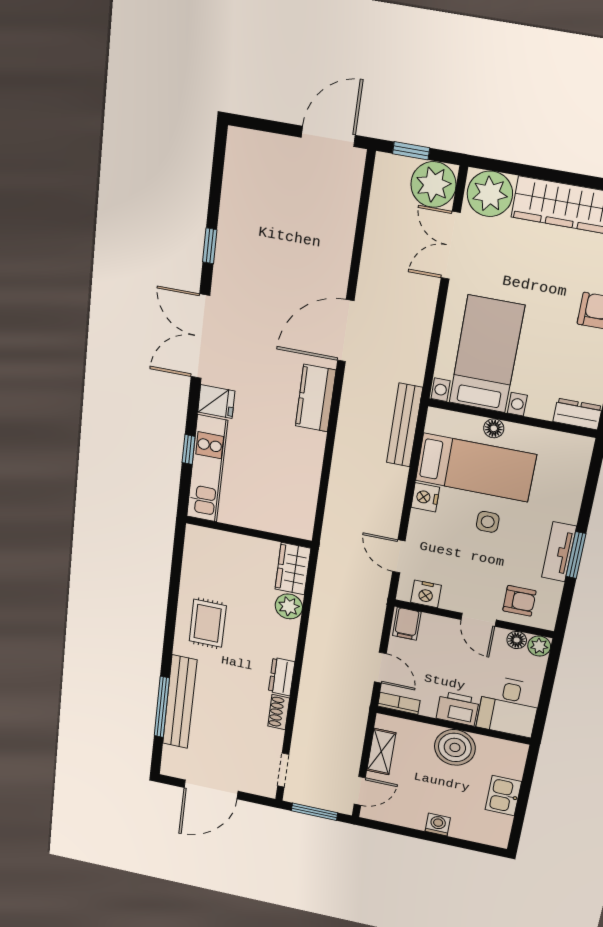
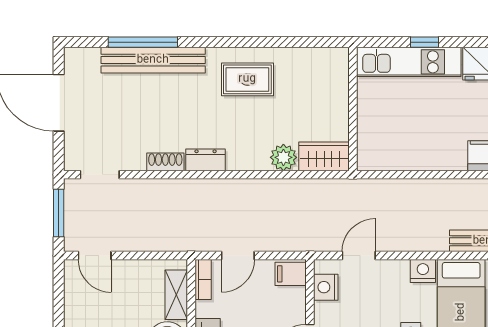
shelving: (381, 752) -> (176, 295), moved, turned 90

